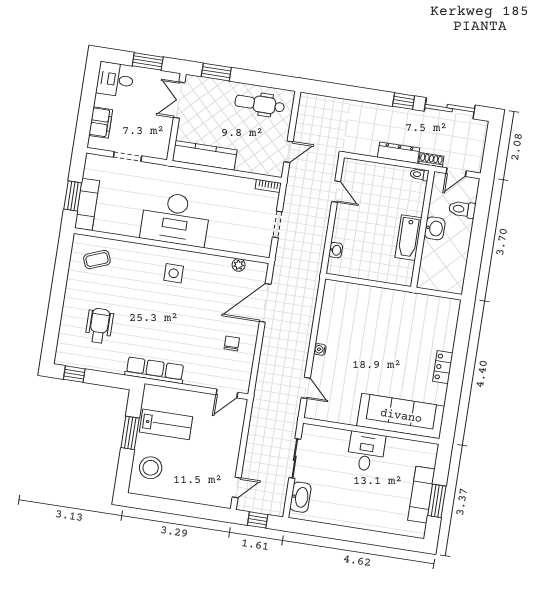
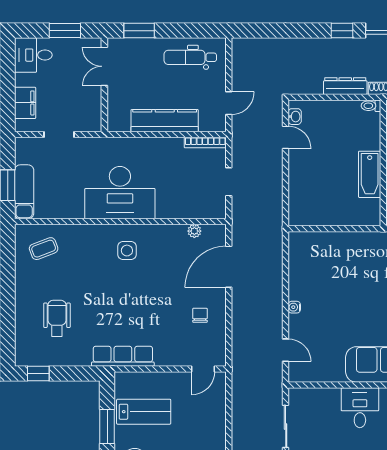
kitchen counter: (205, 155) -> (165, 121), moved
bookcase: (268, 186) -> (205, 142), width x1.56
washbasin: (336, 250) -> (295, 117), moved

